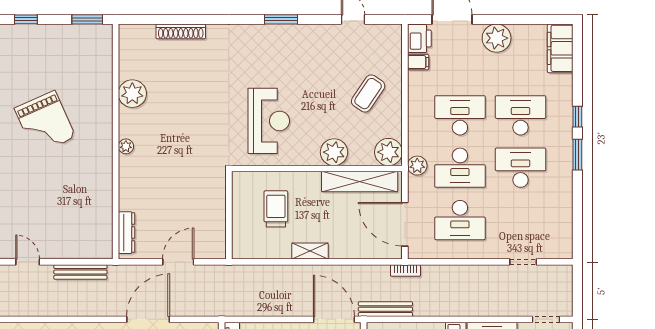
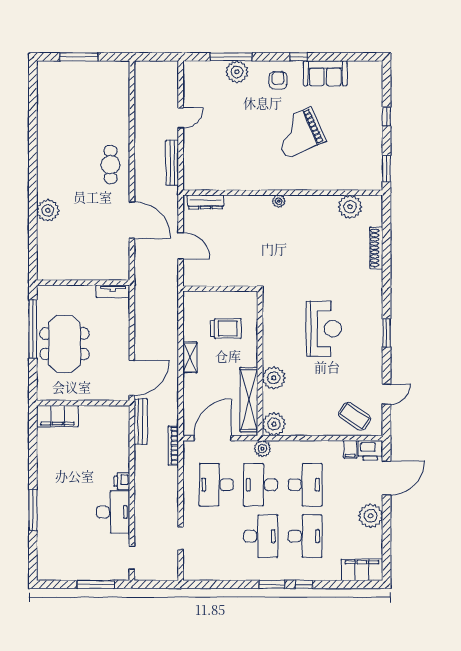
plant: (132, 94) -> (350, 207), moved
coffee table: (368, 94) -> (355, 416), moved
reception desk: (269, 121) -> (324, 329), moved, turned -90
bookcase: (405, 271) -> (173, 446), width x1.56

